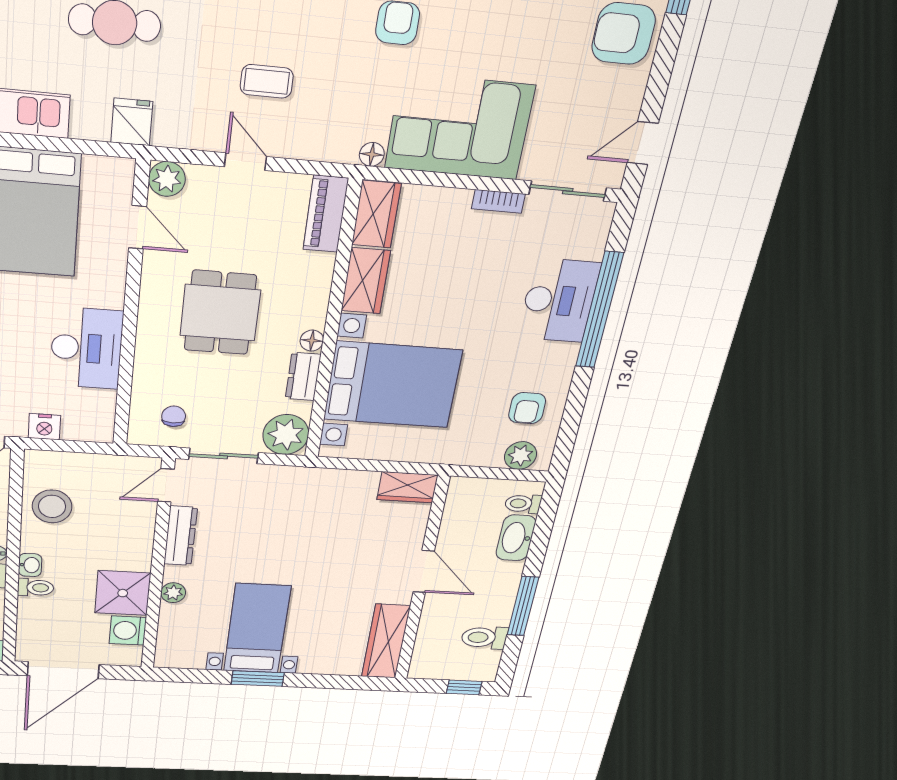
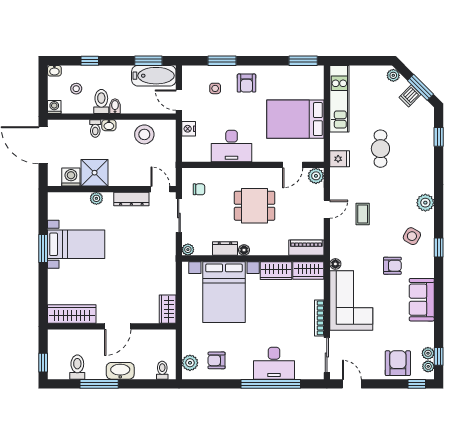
bookcase: (498, 201) -> (319, 318), width x1.56
plant: (286, 435) -> (188, 250), width x0.53, depth x0.53
washbasin: (516, 538) -> (120, 371), moved

